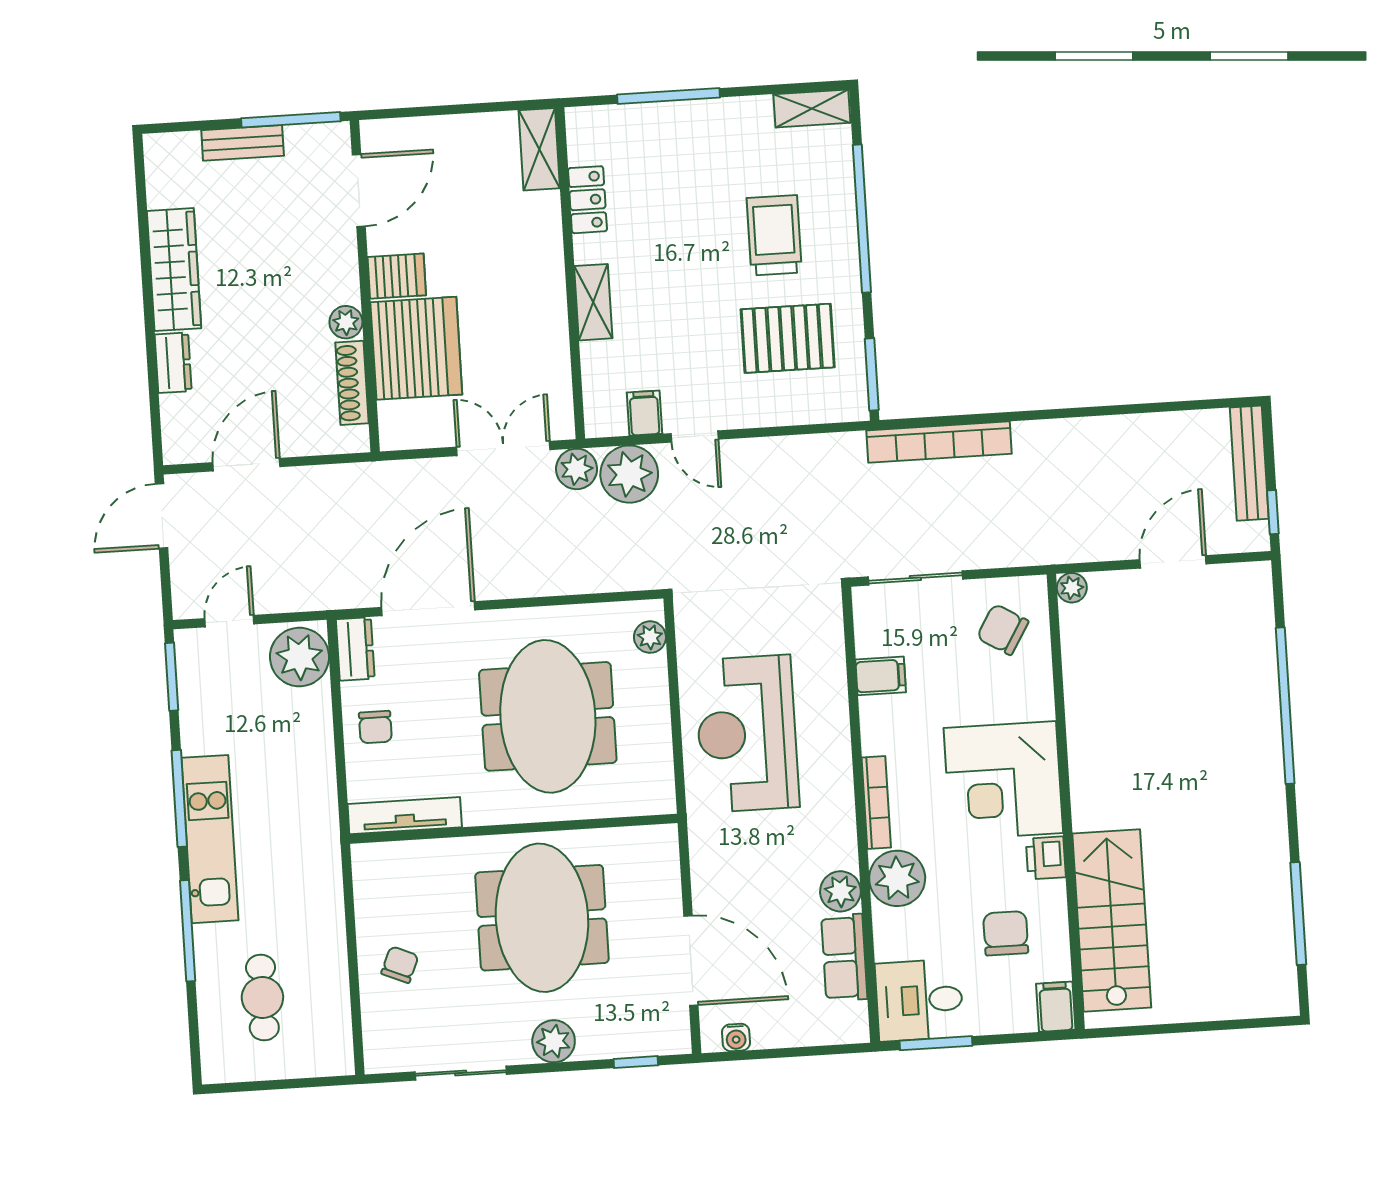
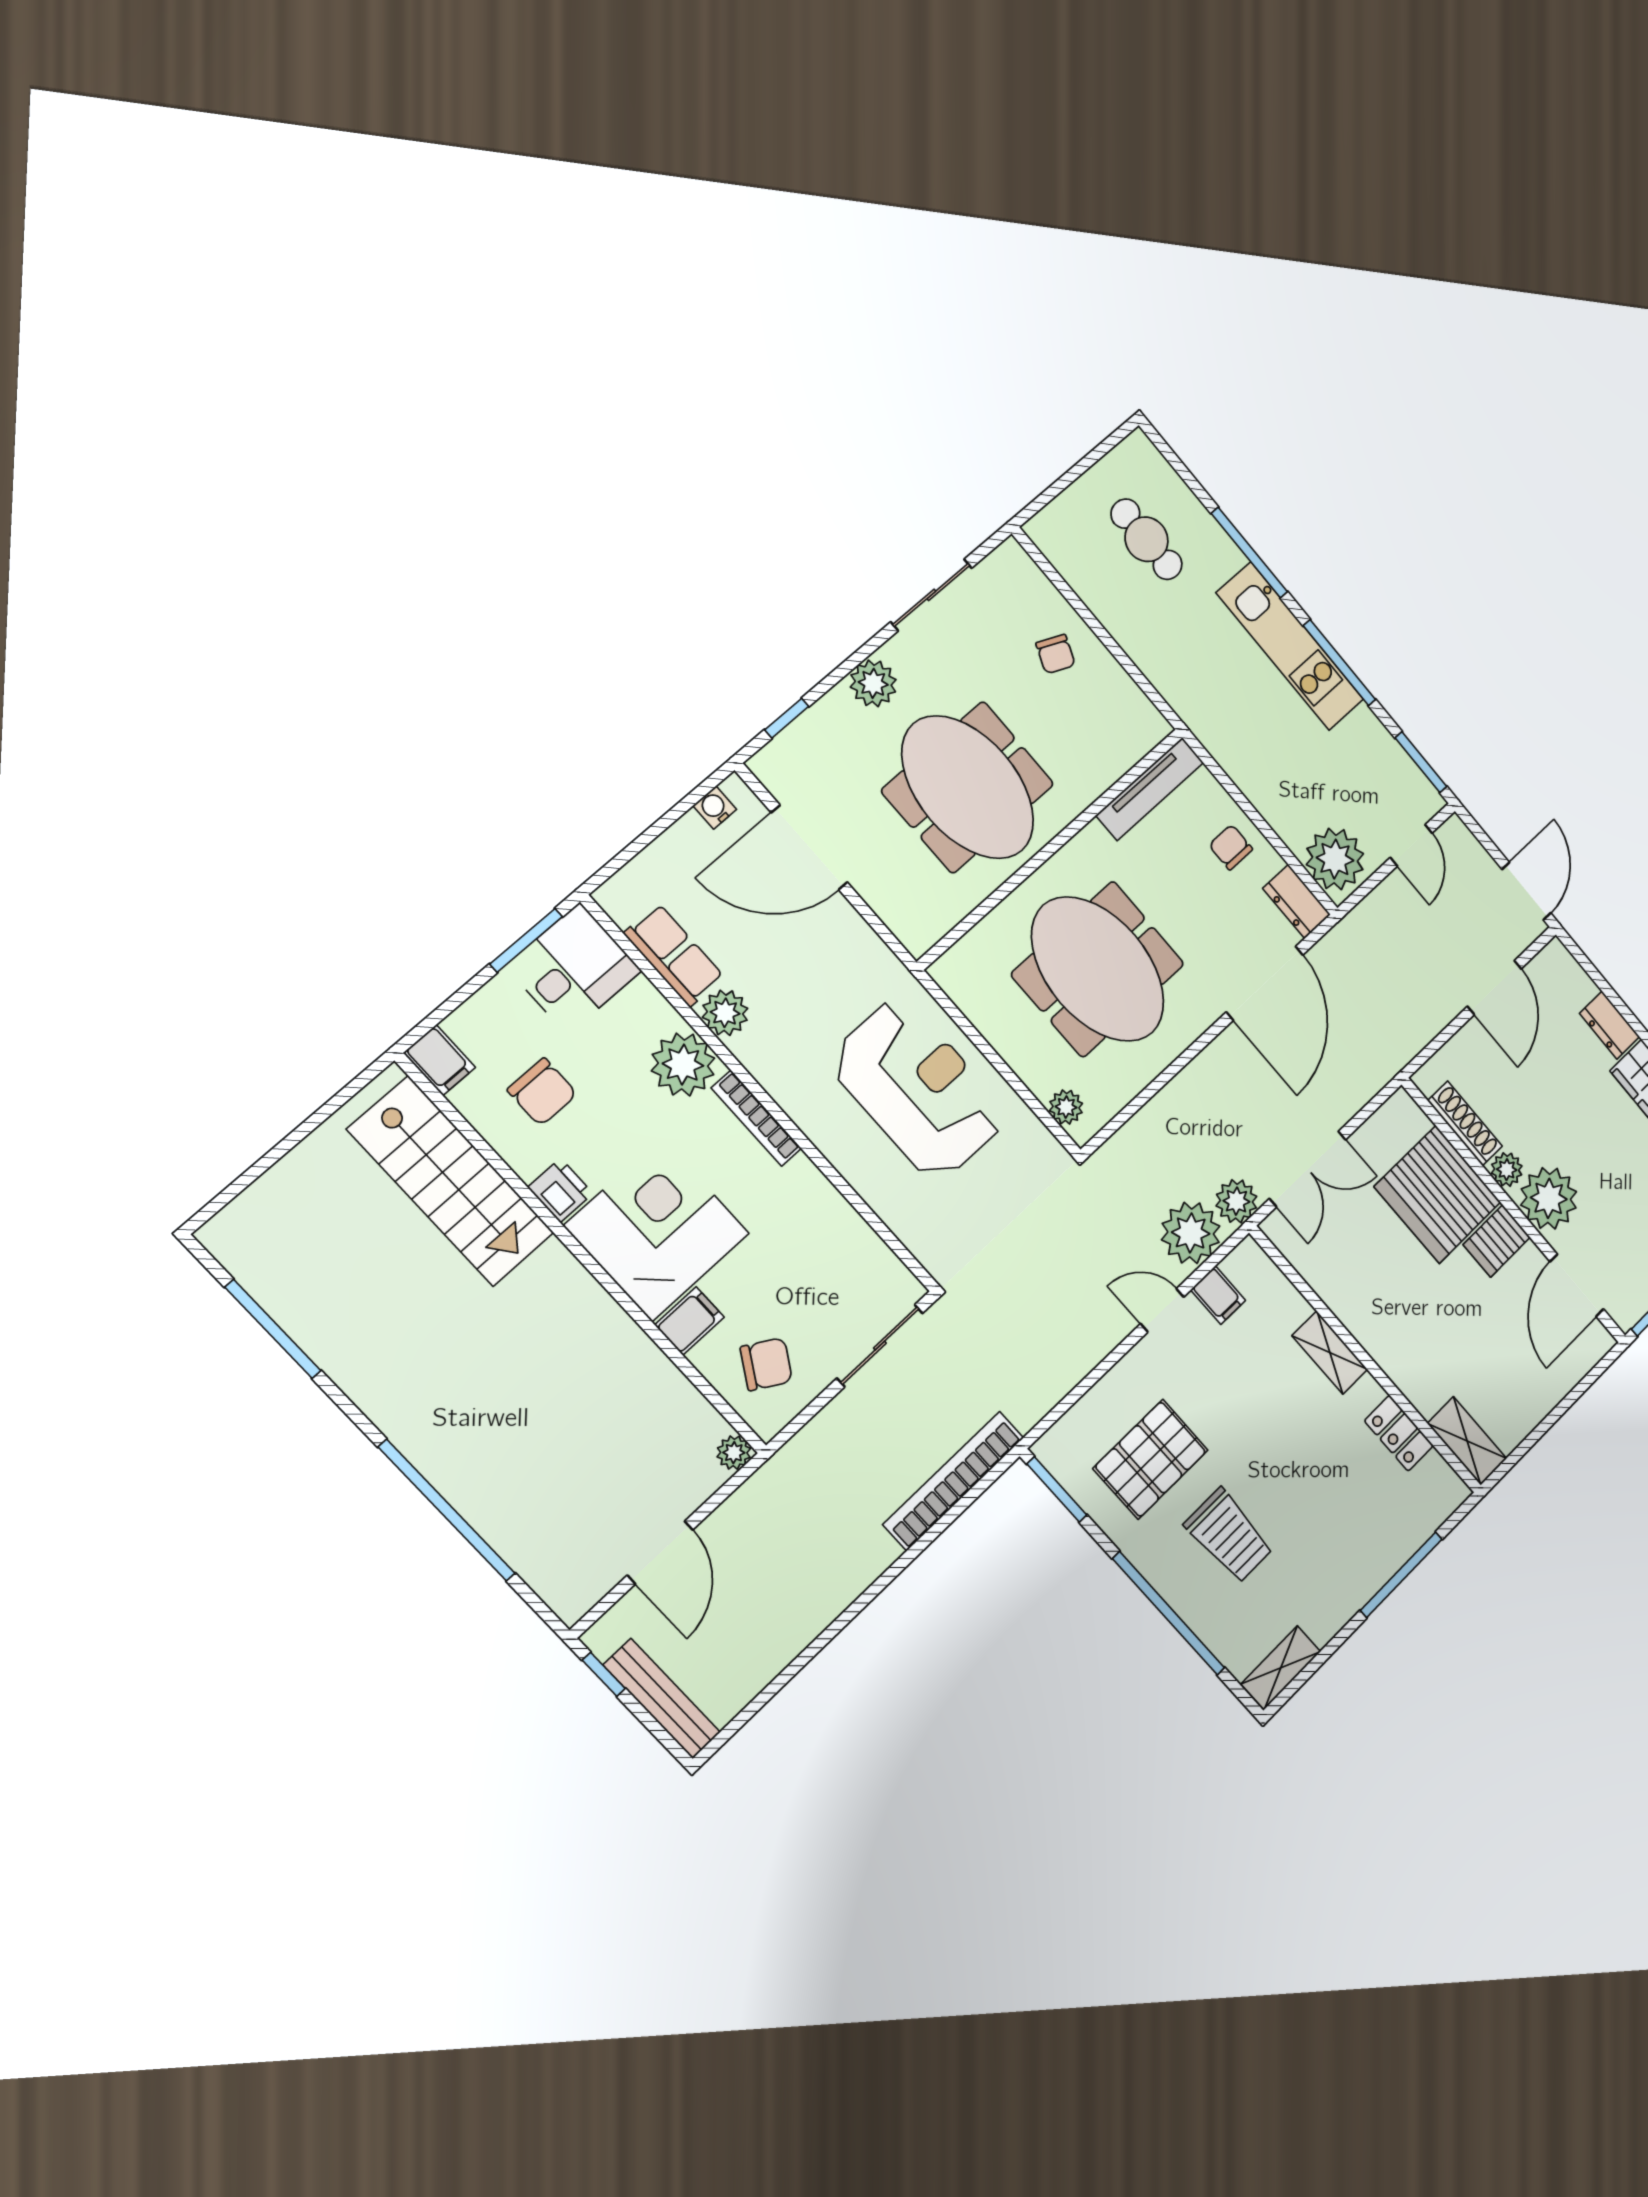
plant: (329, 274) -> (1549, 1198), added
filing cabinet: (881, 676) -> (689, 1321), moved, turned 180

